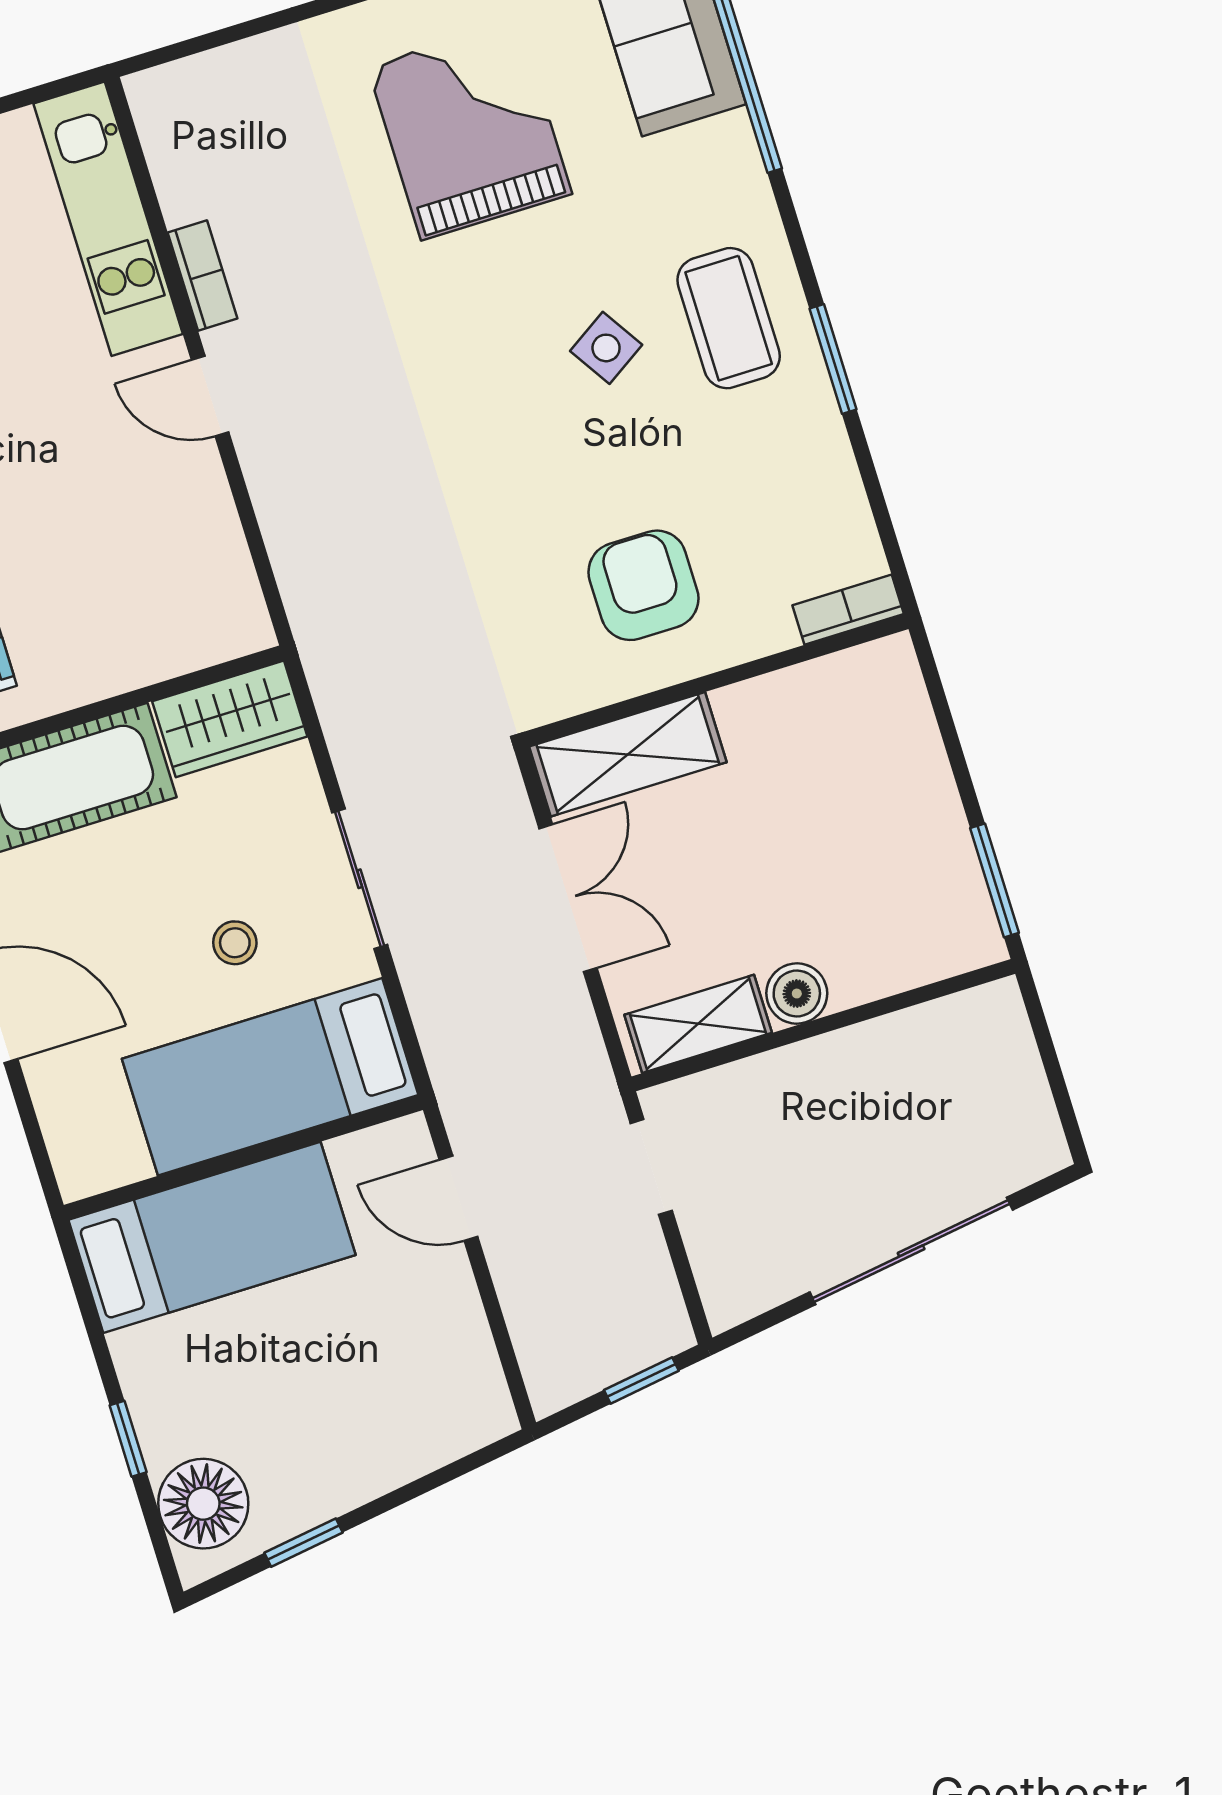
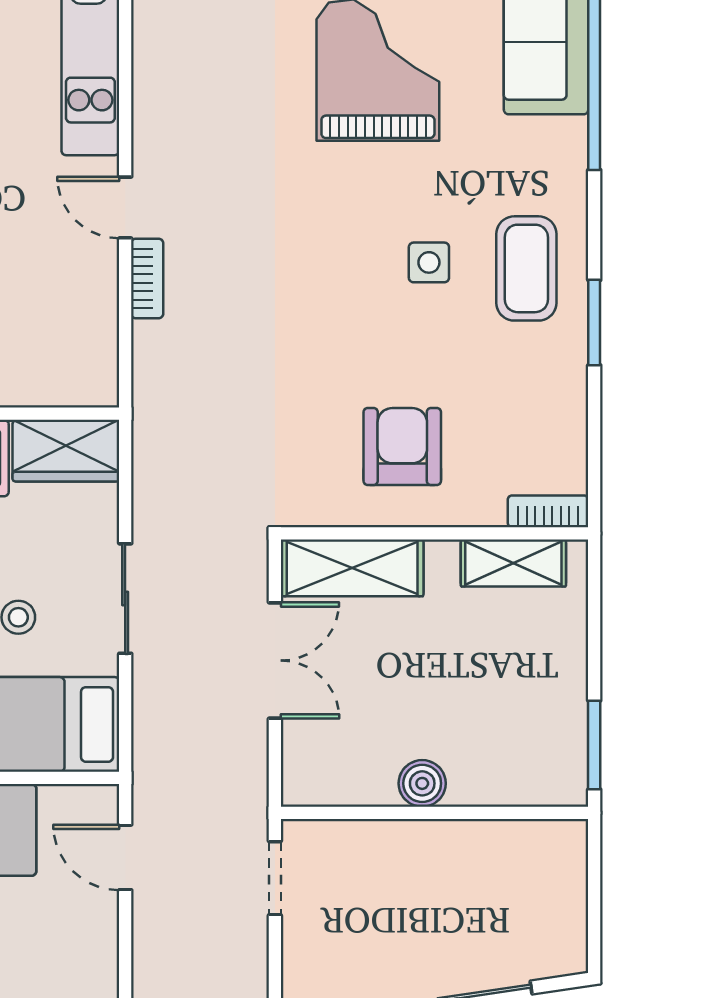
bookcase: (203, 275) -> (147, 278), moved
side table: (606, 348) -> (429, 262), turned 33
shelving: (698, 1024) -> (513, 563), moved

